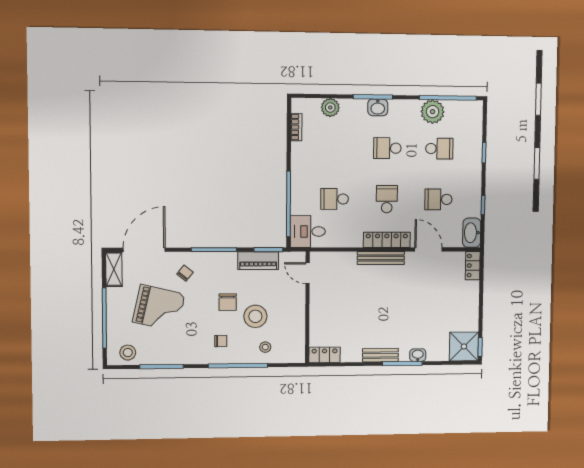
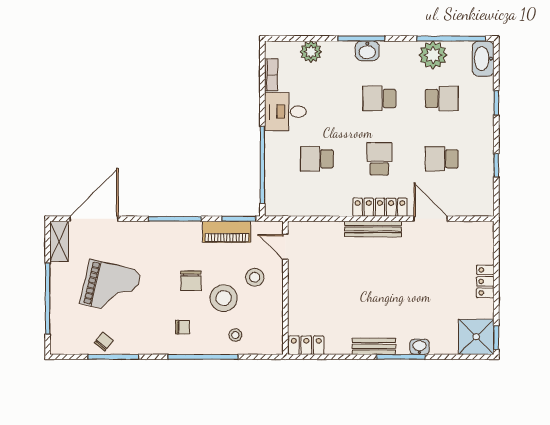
desk: (308, 231) -> (285, 112), moved
washbasin: (472, 233) -> (483, 59), moved
locker: (473, 266) -> (485, 281), moved
chair: (185, 273) -> (104, 342), moved
stool: (128, 353) -> (255, 277), moved

